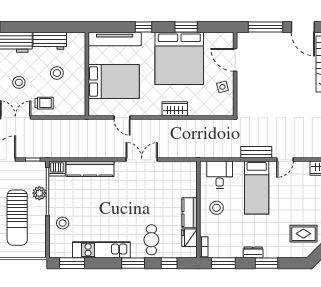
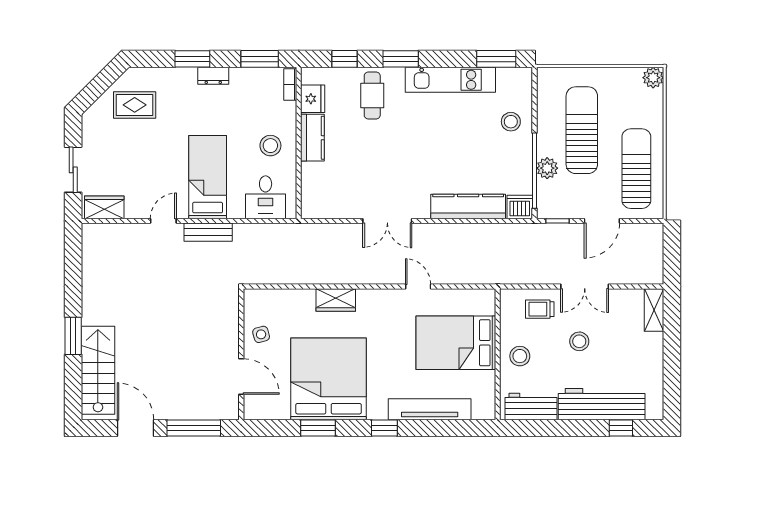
wall: (87, 74) -> (498, 354), moved
bed: (114, 82) -> (456, 343), moved

